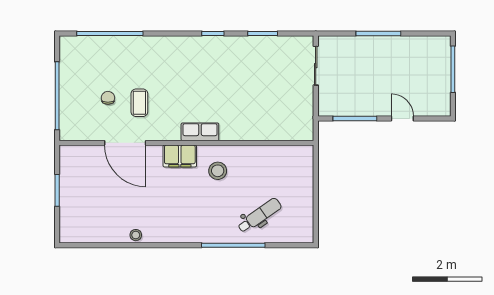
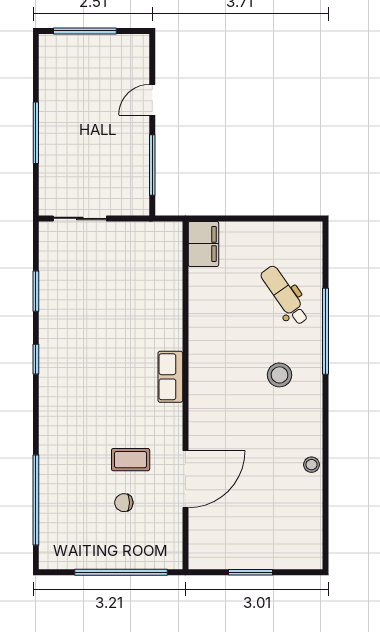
filing cabinet: (180, 156) -> (203, 244), moved
stool: (218, 171) -> (279, 375), moved

